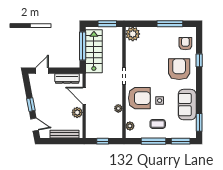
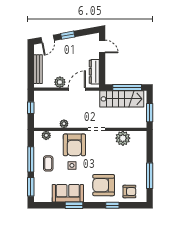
plant: (133, 34) -> (123, 138), moved
armchair: (179, 69) -> (104, 185), turned 180
window: (199, 122) -> (74, 205), moved

